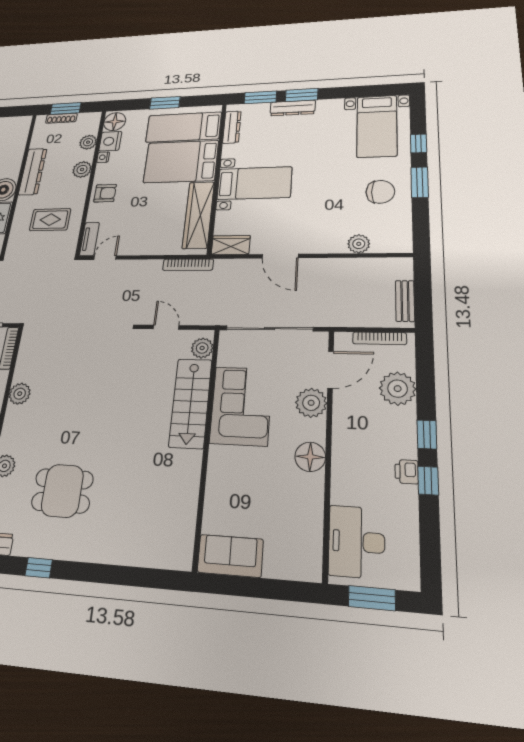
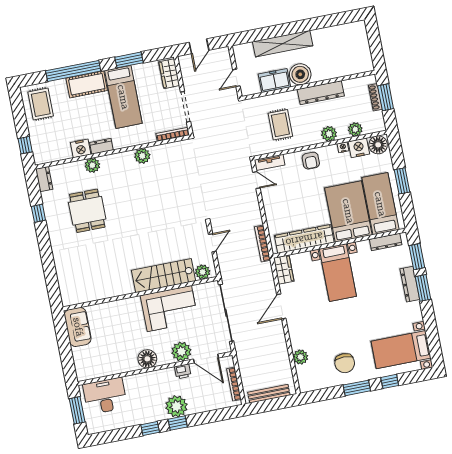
bench: (405, 301) -> (269, 394), width x1.36
plant: (398, 389) -> (176, 406), moved
printer: (407, 472) -> (183, 371), moved, turned 180

